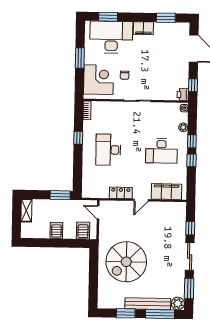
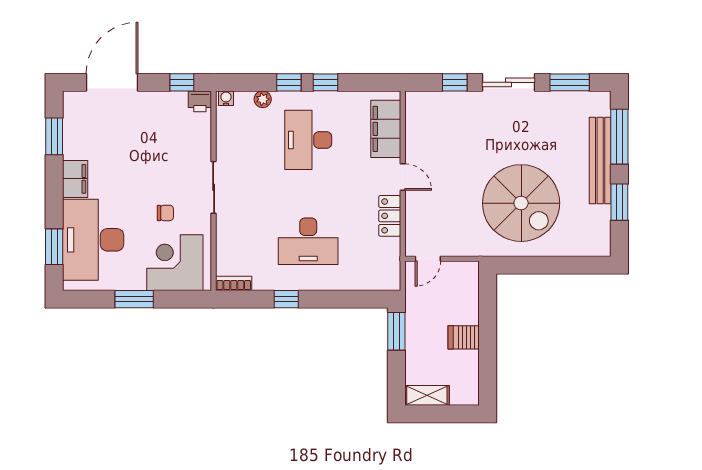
desk: (161, 151) -> (308, 140), turned 180
server rack: (83, 230) -> (463, 286), removed
plant: (178, 303) -> (599, 103), removed

